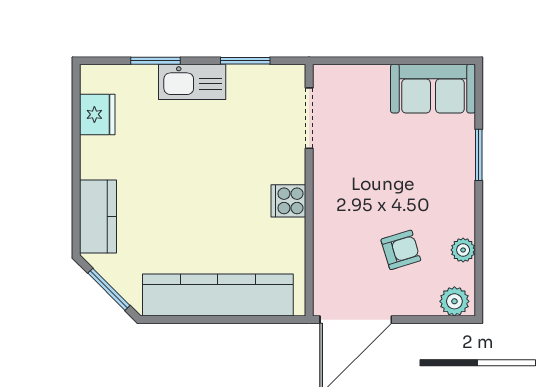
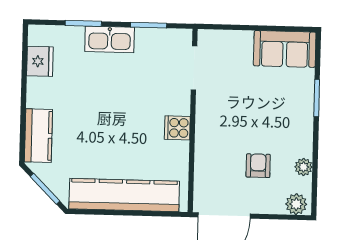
armchair: (401, 250) -> (258, 166), turned -73

